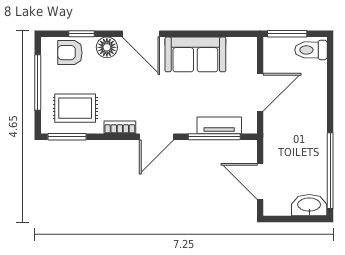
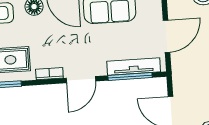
tv unit: (219, 125) -> (134, 66), width x1.41

